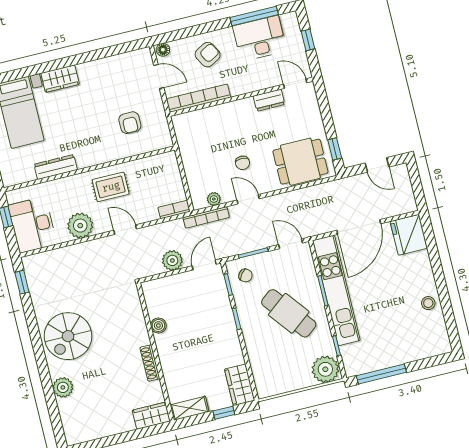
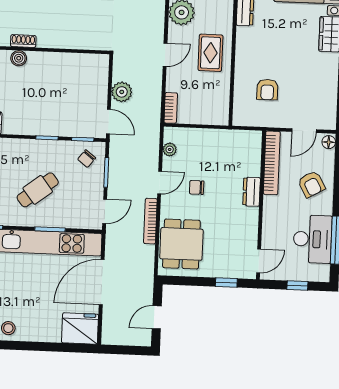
dresser: (269, 100) -> (252, 192), moved
armchair: (130, 123) -> (267, 90), turned -90
window: (335, 149) -> (226, 283), moved
bookcase: (206, 217) -> (150, 221), moved
door: (359, 227) -> (102, 282), hinge flipped
cafe table: (289, 313) -> (38, 190), width x0.73, depth x0.74
boiler: (158, 326) -> (19, 58), moved
shoe rack: (150, 363) -> (23, 41), width x0.70

